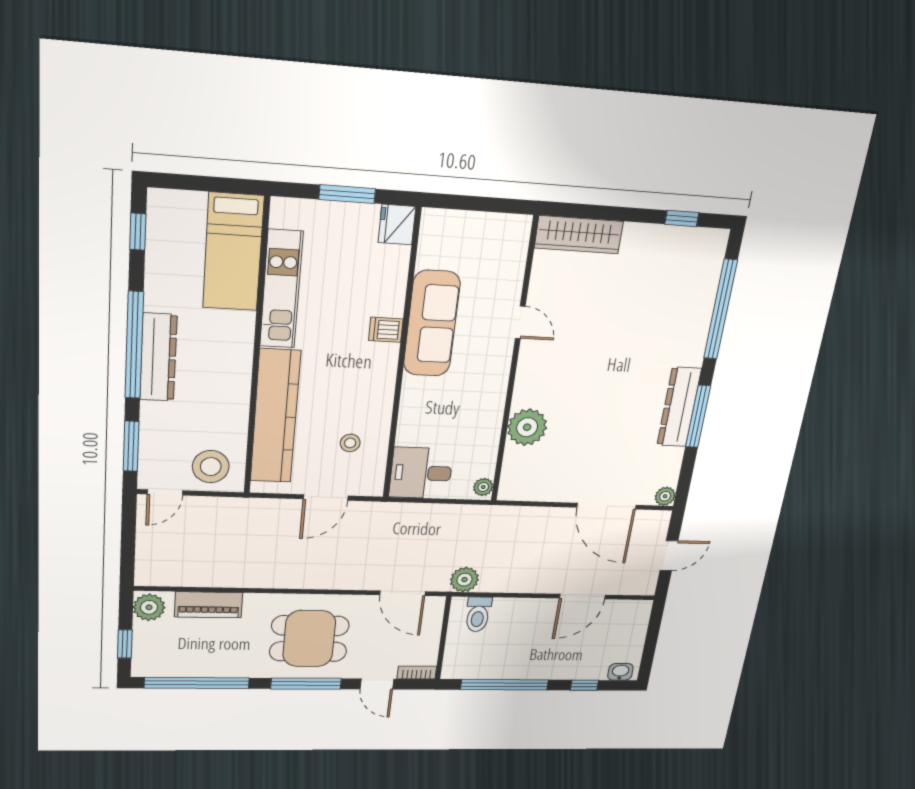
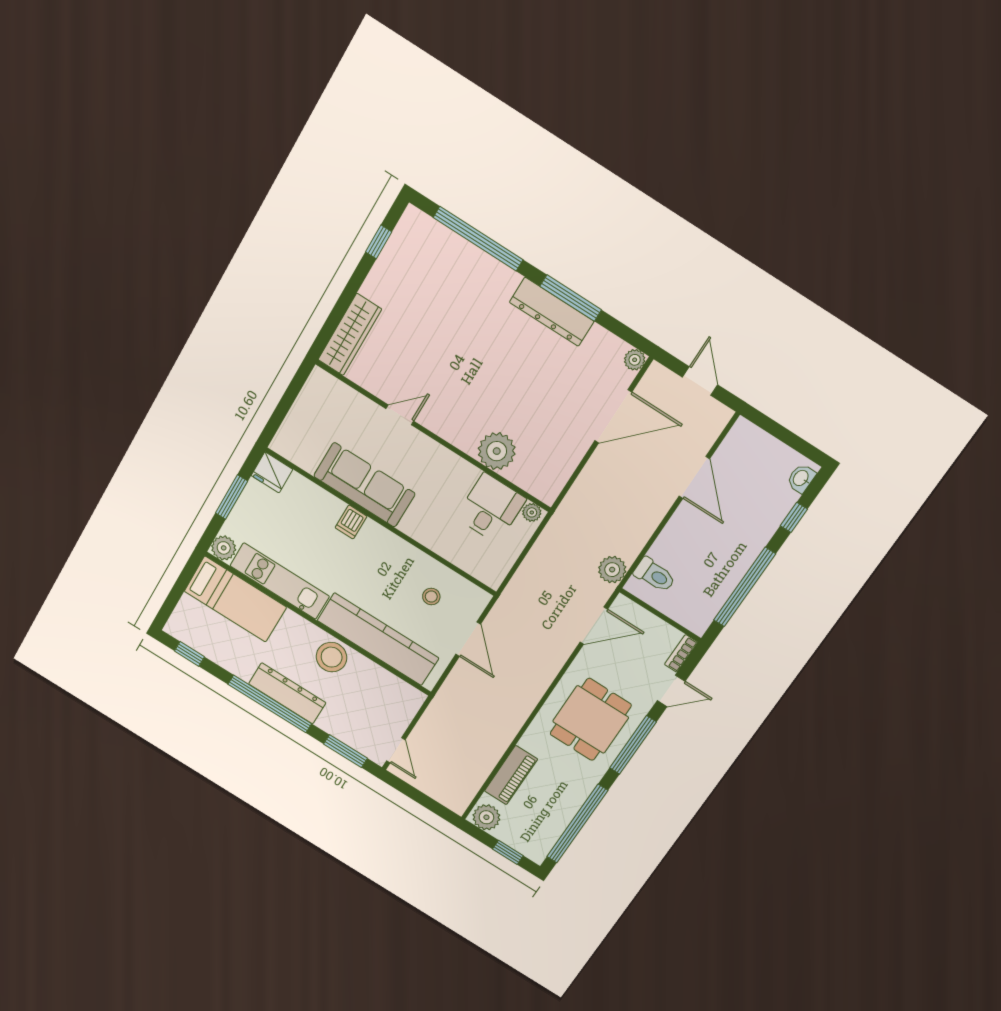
plant: (285, 212) -> (224, 548), added
stool: (211, 467) -> (332, 657), moved
desk: (421, 473) -> (491, 508), moved, turned 180

